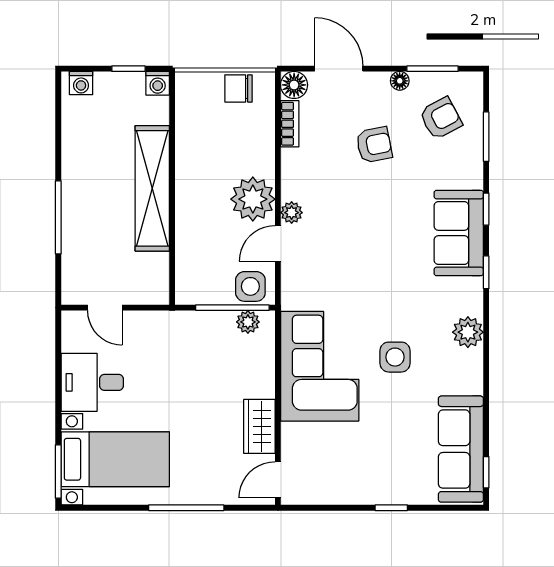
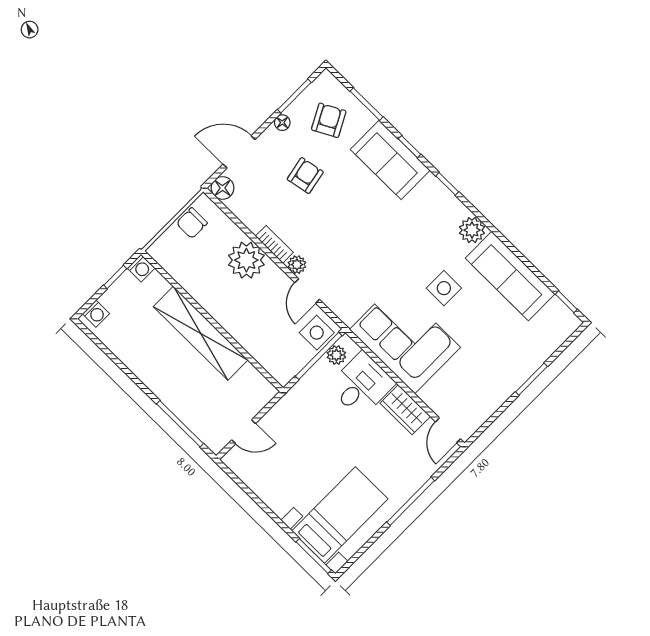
bookcase: (290, 124) -> (274, 244), moved
plant: (253, 199) -> (246, 260), moved
window: (58, 217) -> (180, 424), moved
sofa: (459, 233) -> (390, 160), moved
desk: (92, 382) -> (362, 385), moved, turned 180
sofa: (461, 449) -> (510, 276), moved
window: (391, 508) -> (531, 379), width x1.50

